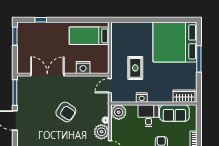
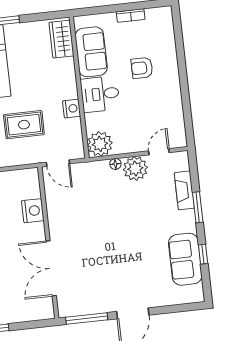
armchair: (66, 112) -> (109, 231), removed

